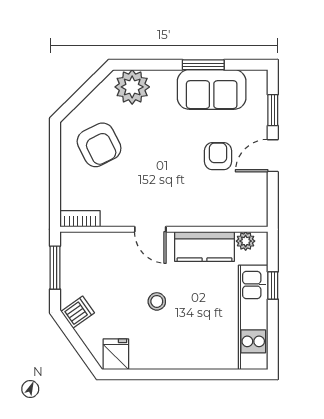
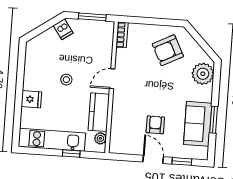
armchair: (218, 156) -> (155, 125), turned -90
fridge: (116, 354) -> (31, 99), moved

